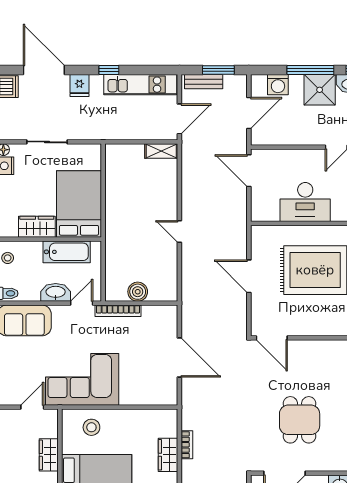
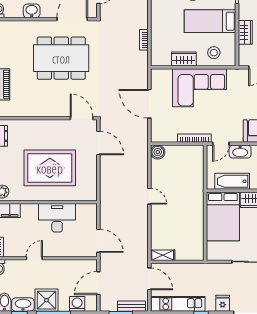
door: (179, 119) -> (149, 279), swing flipped
door: (249, 276) -> (98, 143), moved
boiler: (138, 292) -> (158, 152), moved
corner sofa: (82, 379) -> (199, 88), moved
dining table: (300, 420) -> (61, 58), width x1.88, depth x1.24
wardrobe: (168, 455) -> (184, 59), moved, turned -90

